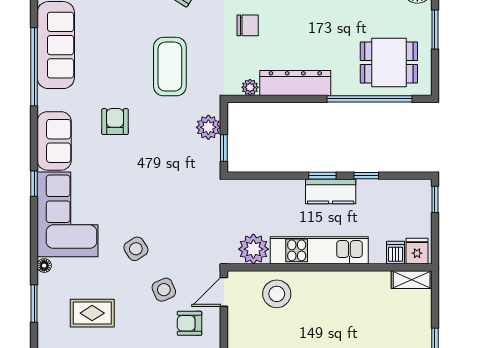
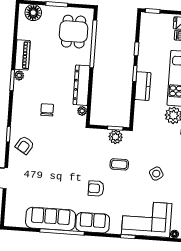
coffee table: (170, 67) -> (119, 164), moved, width x0.54, depth x0.58
plant: (208, 127) -> (116, 137), moved
sofa: (54, 141) -> (93, 223), moved
kitchen counter: (331, 191) -> (143, 86), moved
side table: (136, 249) -> (156, 174), moved

